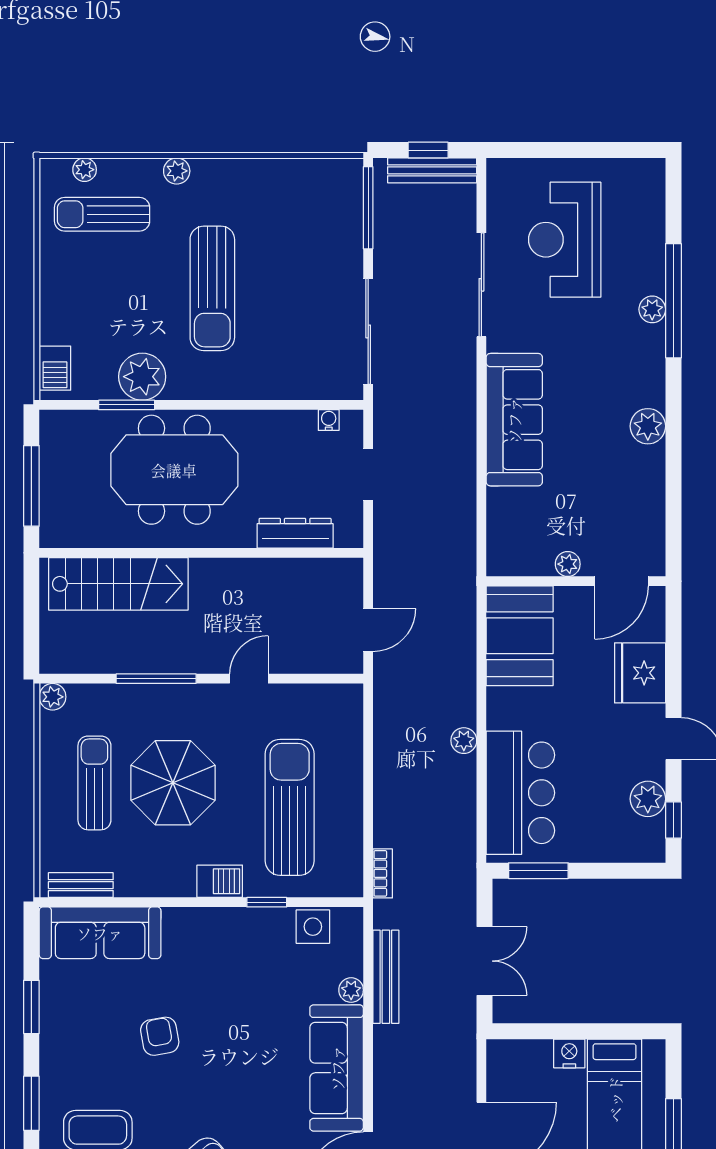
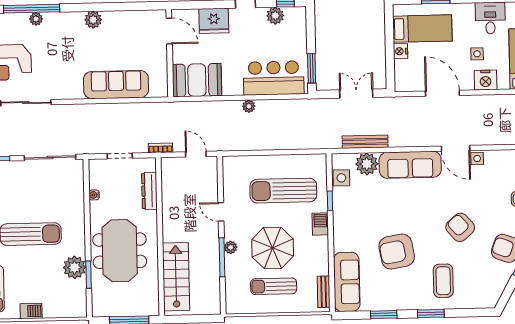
barbecue: (55, 368) -> (31, 311), moved
water cooler: (329, 420) -> (94, 195), moved
sofa: (514, 420) -> (116, 85), moved
plant: (568, 564) -> (161, 57), removed
plant: (53, 697) -> (231, 247), moved
bookcase: (383, 873) -> (160, 148), moved
plant: (351, 990) -> (367, 164), width x1.88, depth x1.88
armchair: (160, 1036) -> (397, 252), width x1.88, depth x1.88

